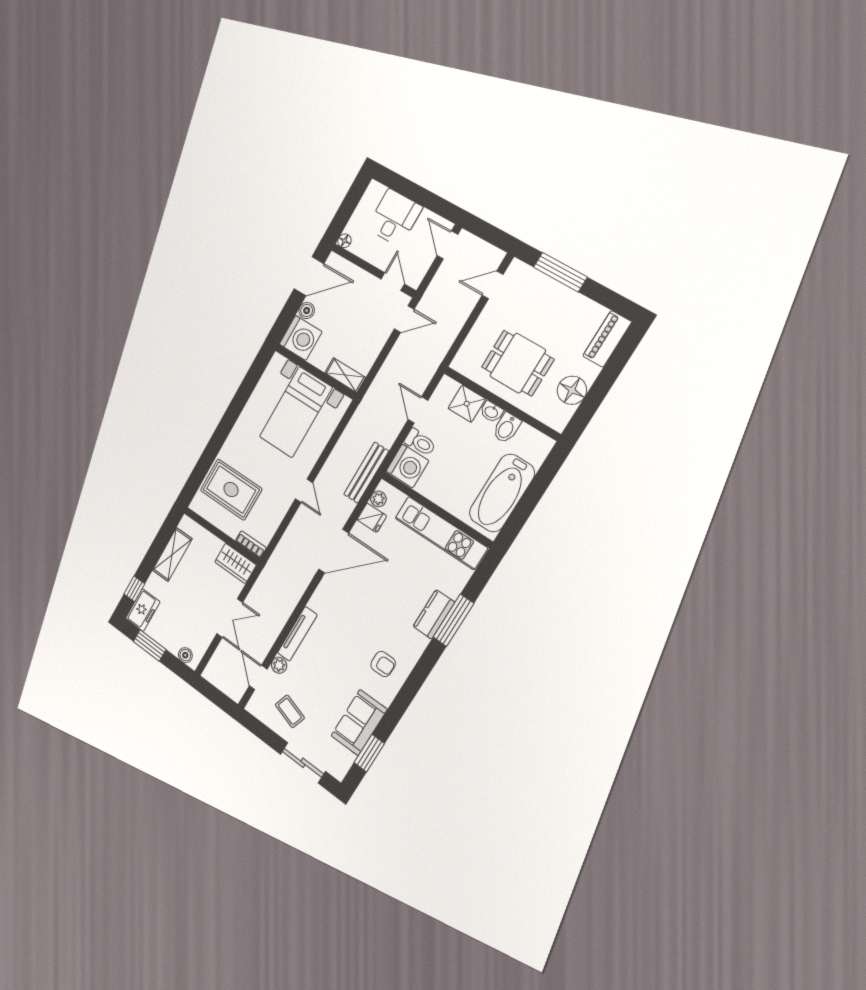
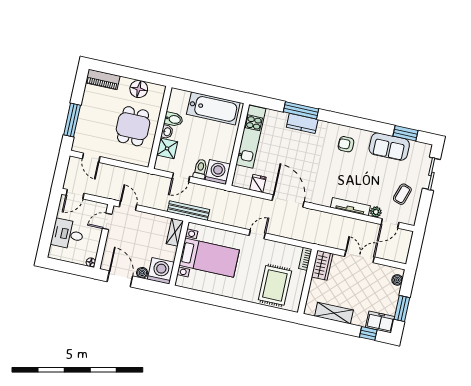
bench: (366, 473) -> (188, 211), moved
plant: (378, 499) -> (245, 183), removed
armchair: (383, 664) -> (346, 144), turned -90

